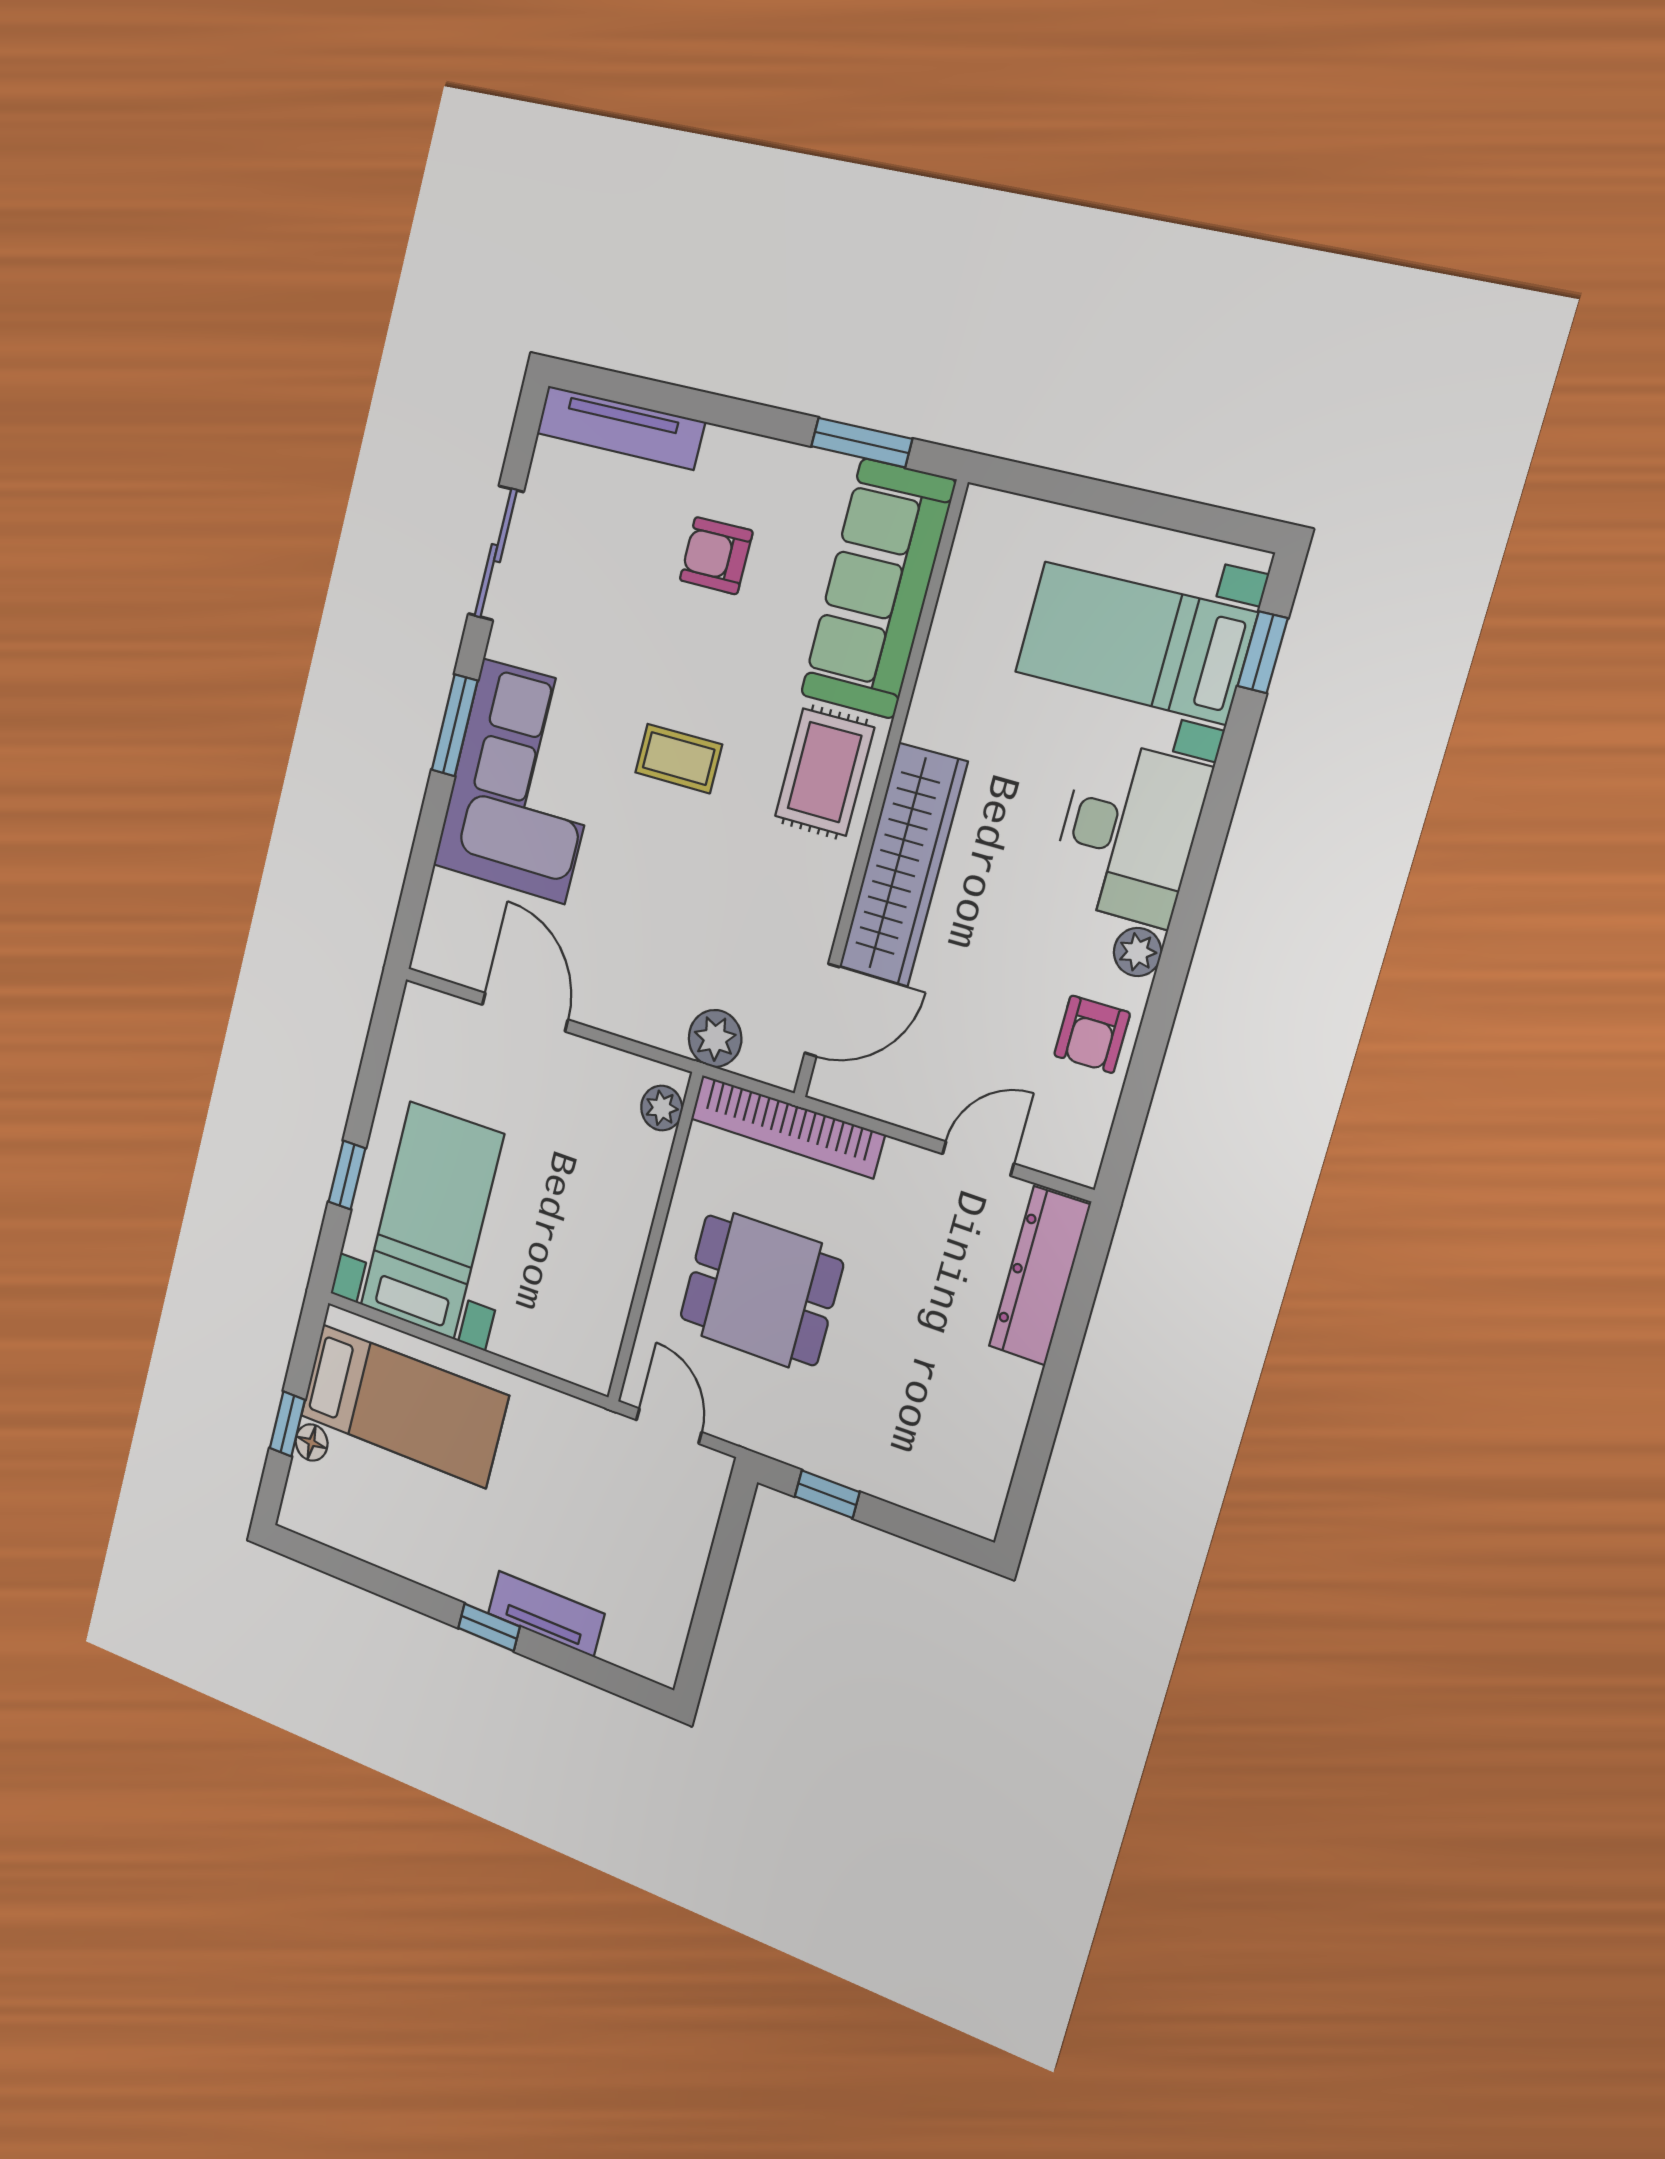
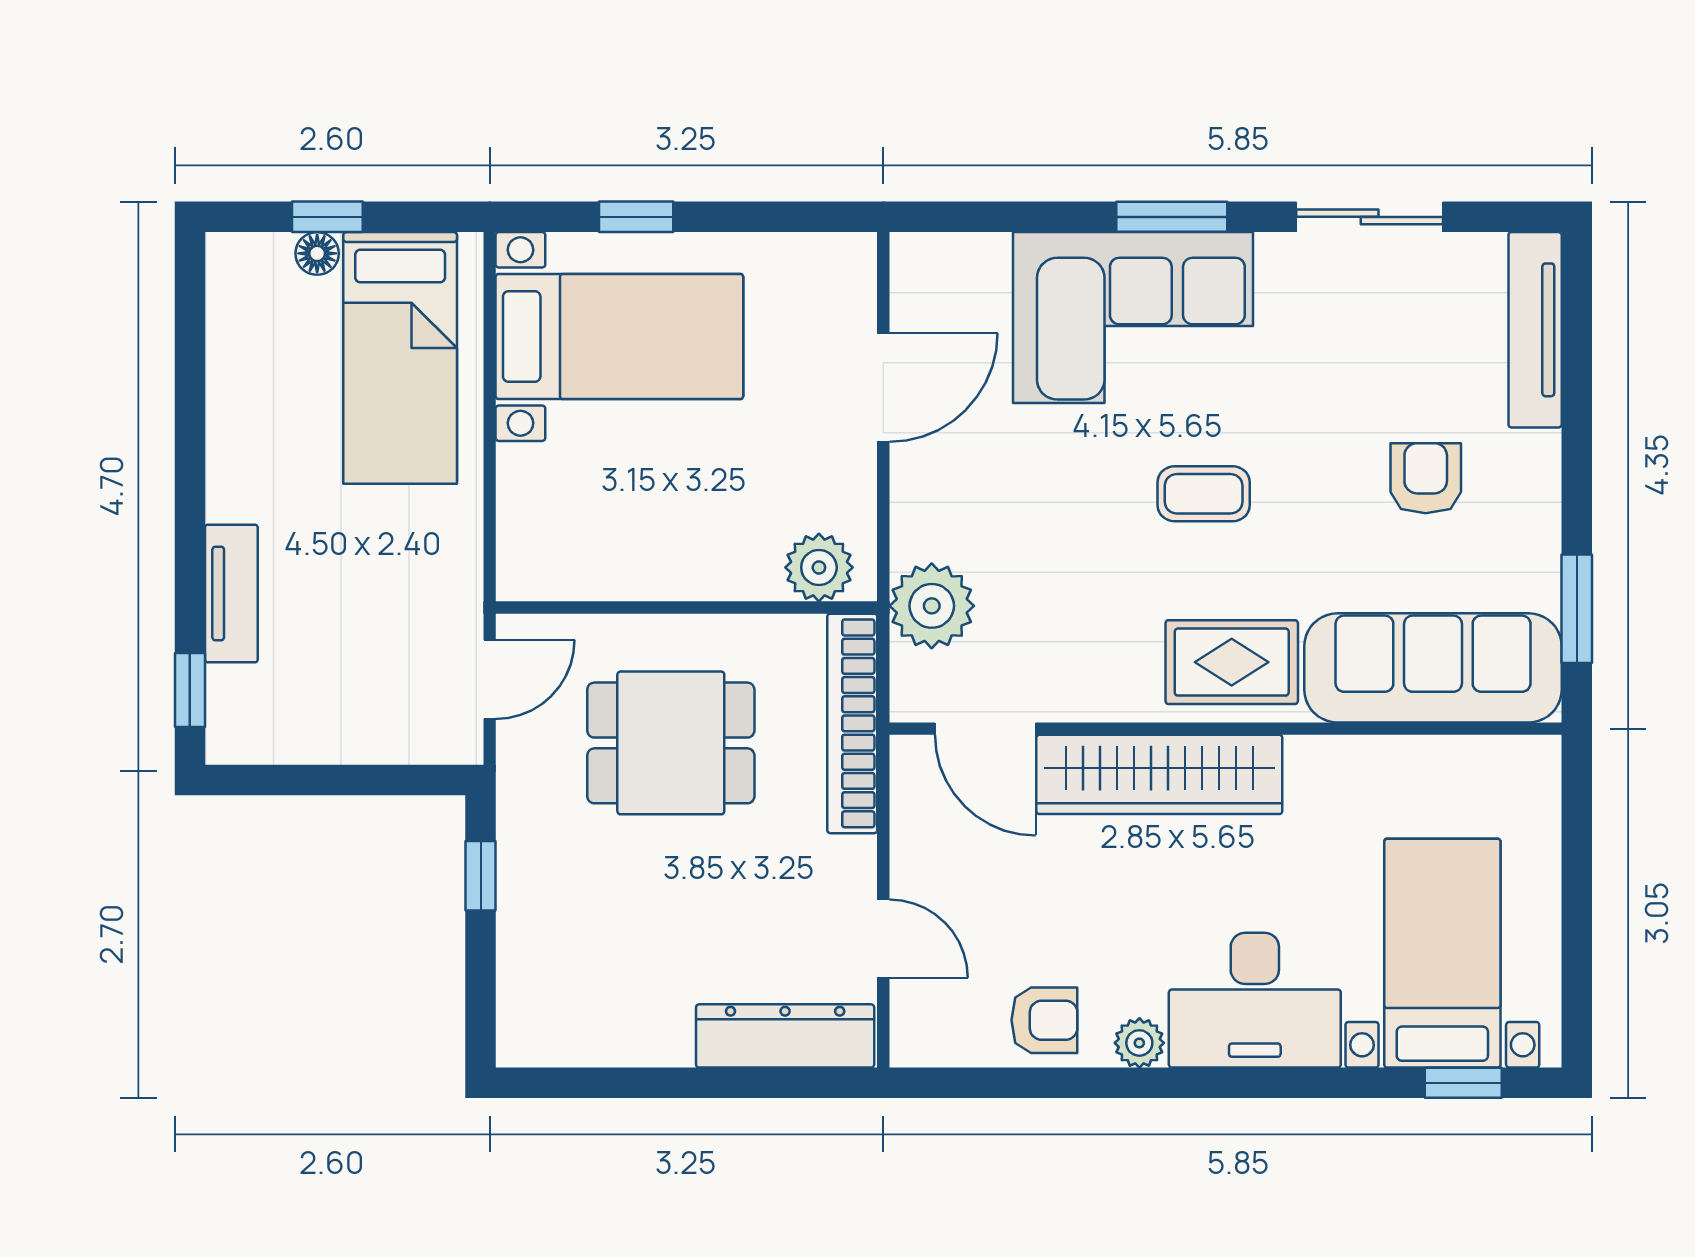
coffee table: (679, 759) -> (1204, 494), turned 90
armchair: (1092, 1034) -> (1044, 1020), turned 180
plant: (715, 1038) -> (932, 606), width x1.36, depth x1.36
plant: (662, 1108) -> (819, 567), width x1.38, depth x1.38
dining table: (761, 1290) -> (671, 743), turned 90
window: (489, 1627) -> (190, 690), moved

